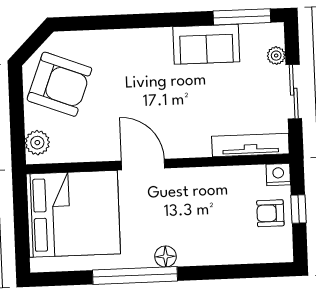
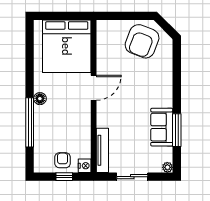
window: (242, 17) -> (177, 130), moved
plant: (276, 56) -> (167, 167), moved
plant: (37, 143) -> (109, 27), removed
window: (135, 275) -> (30, 122), moved

